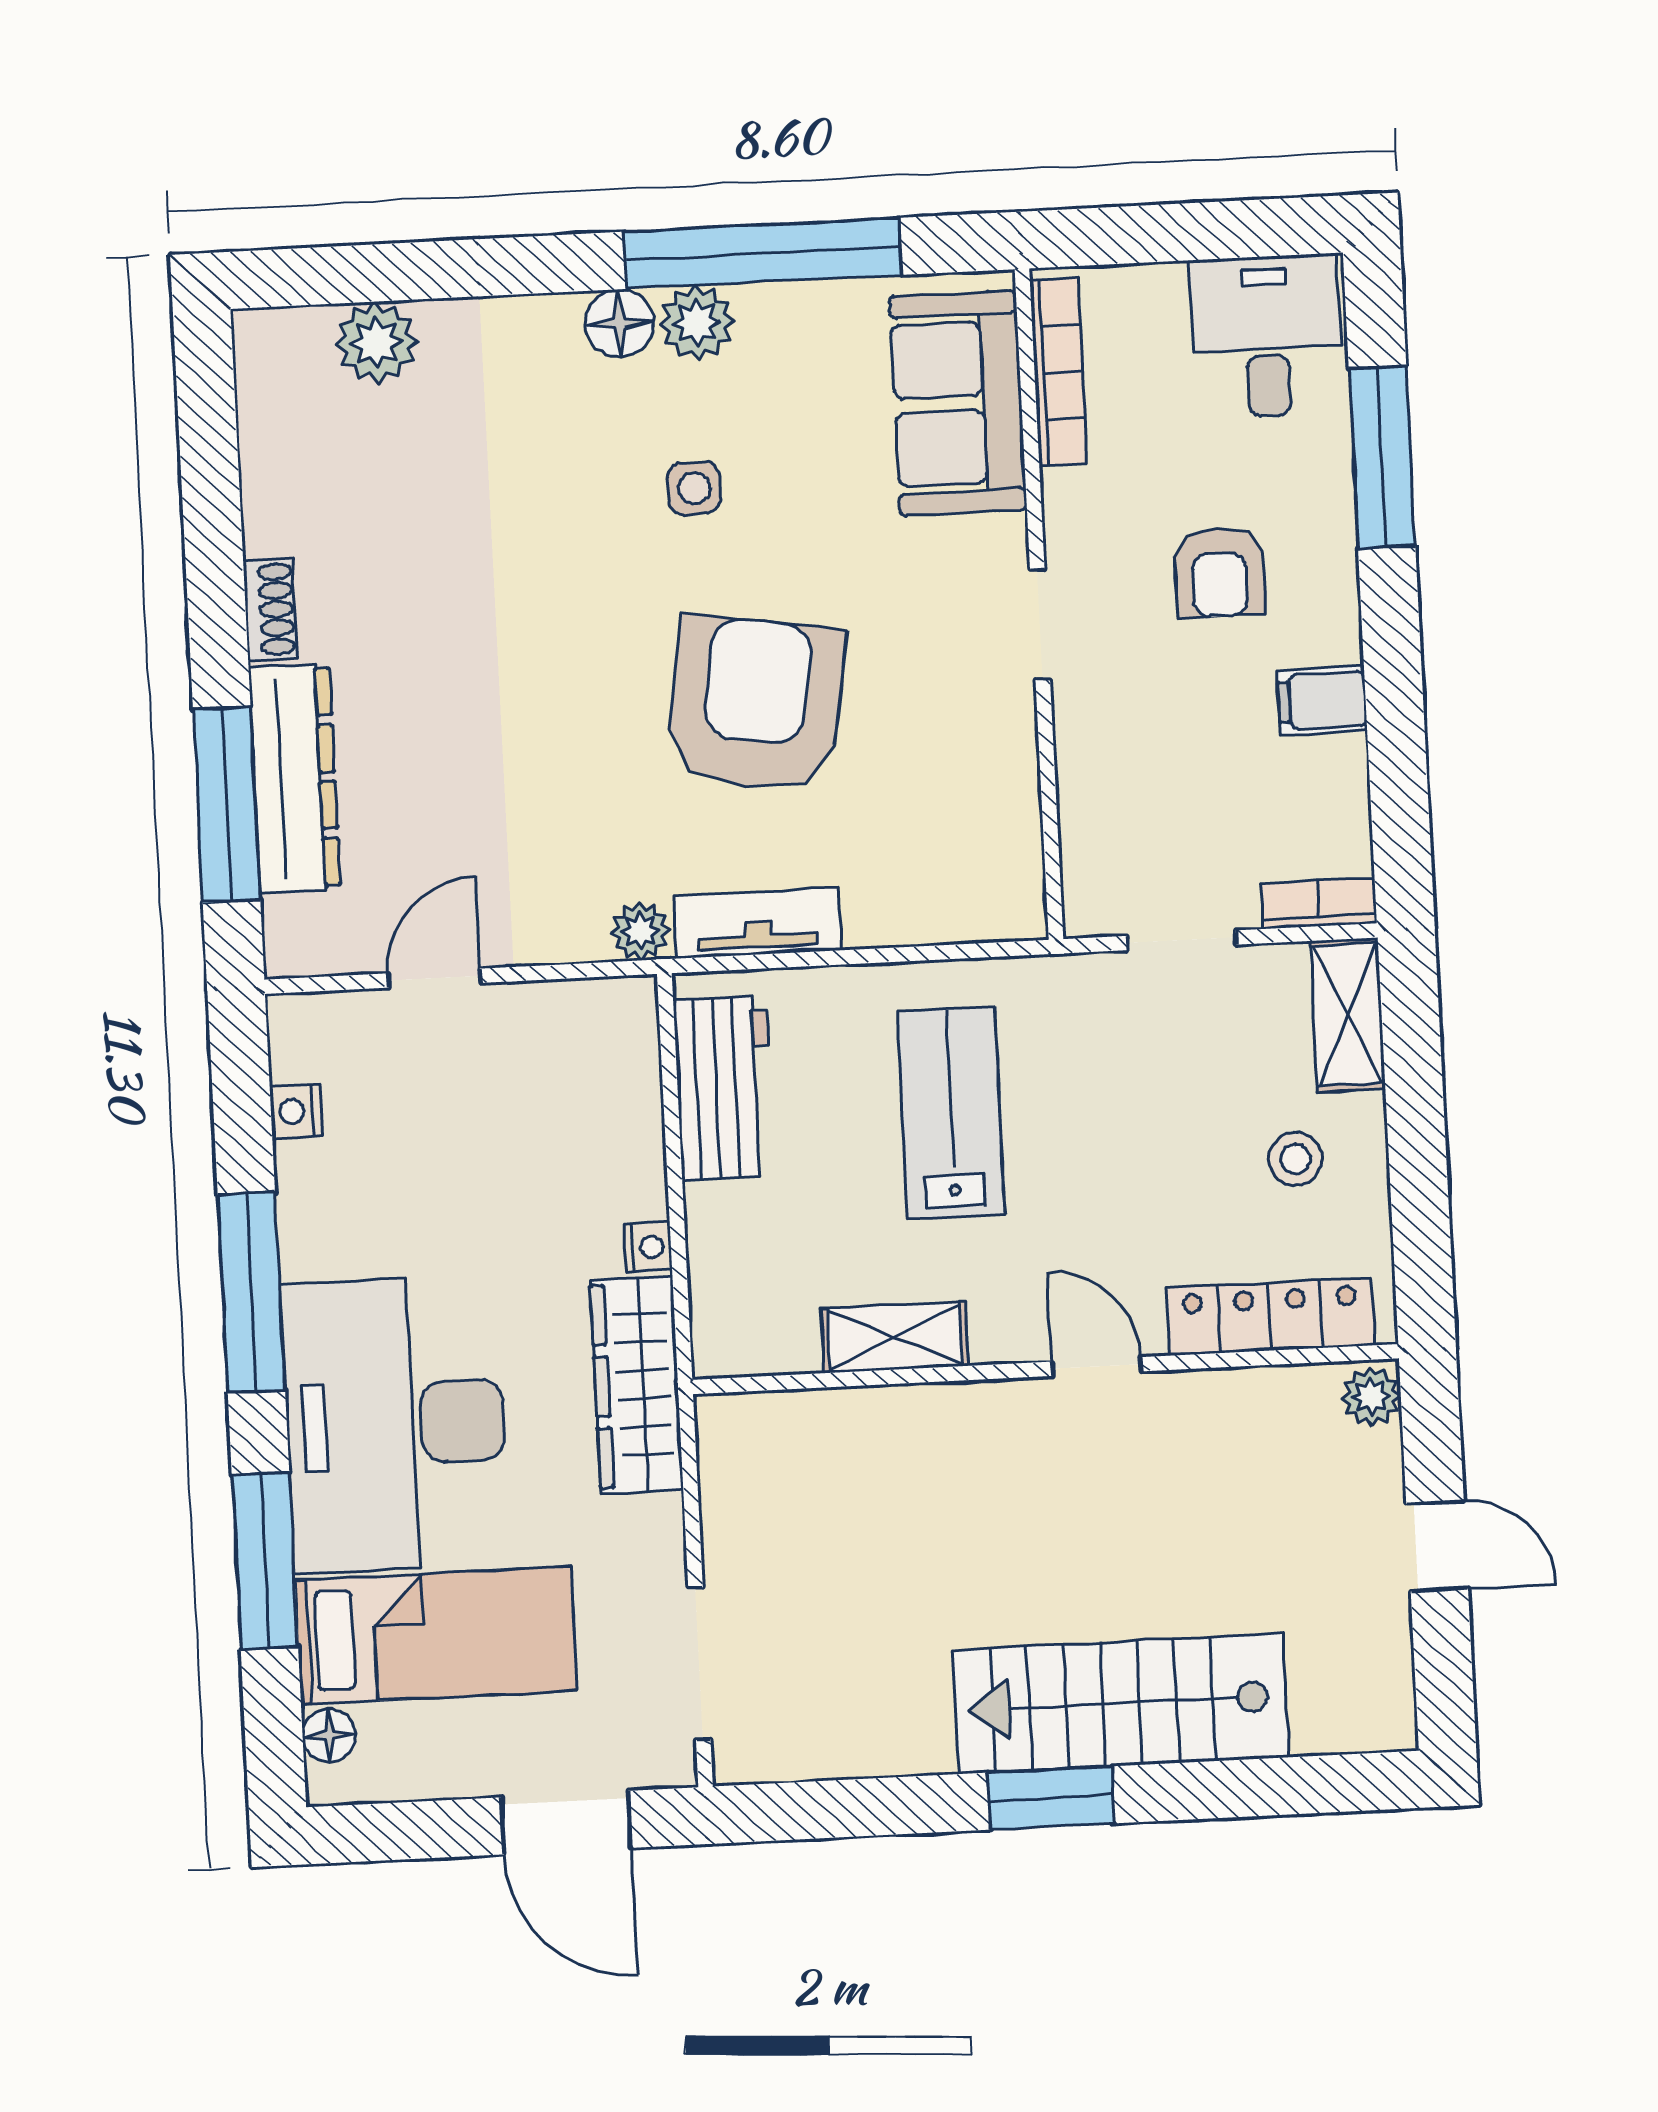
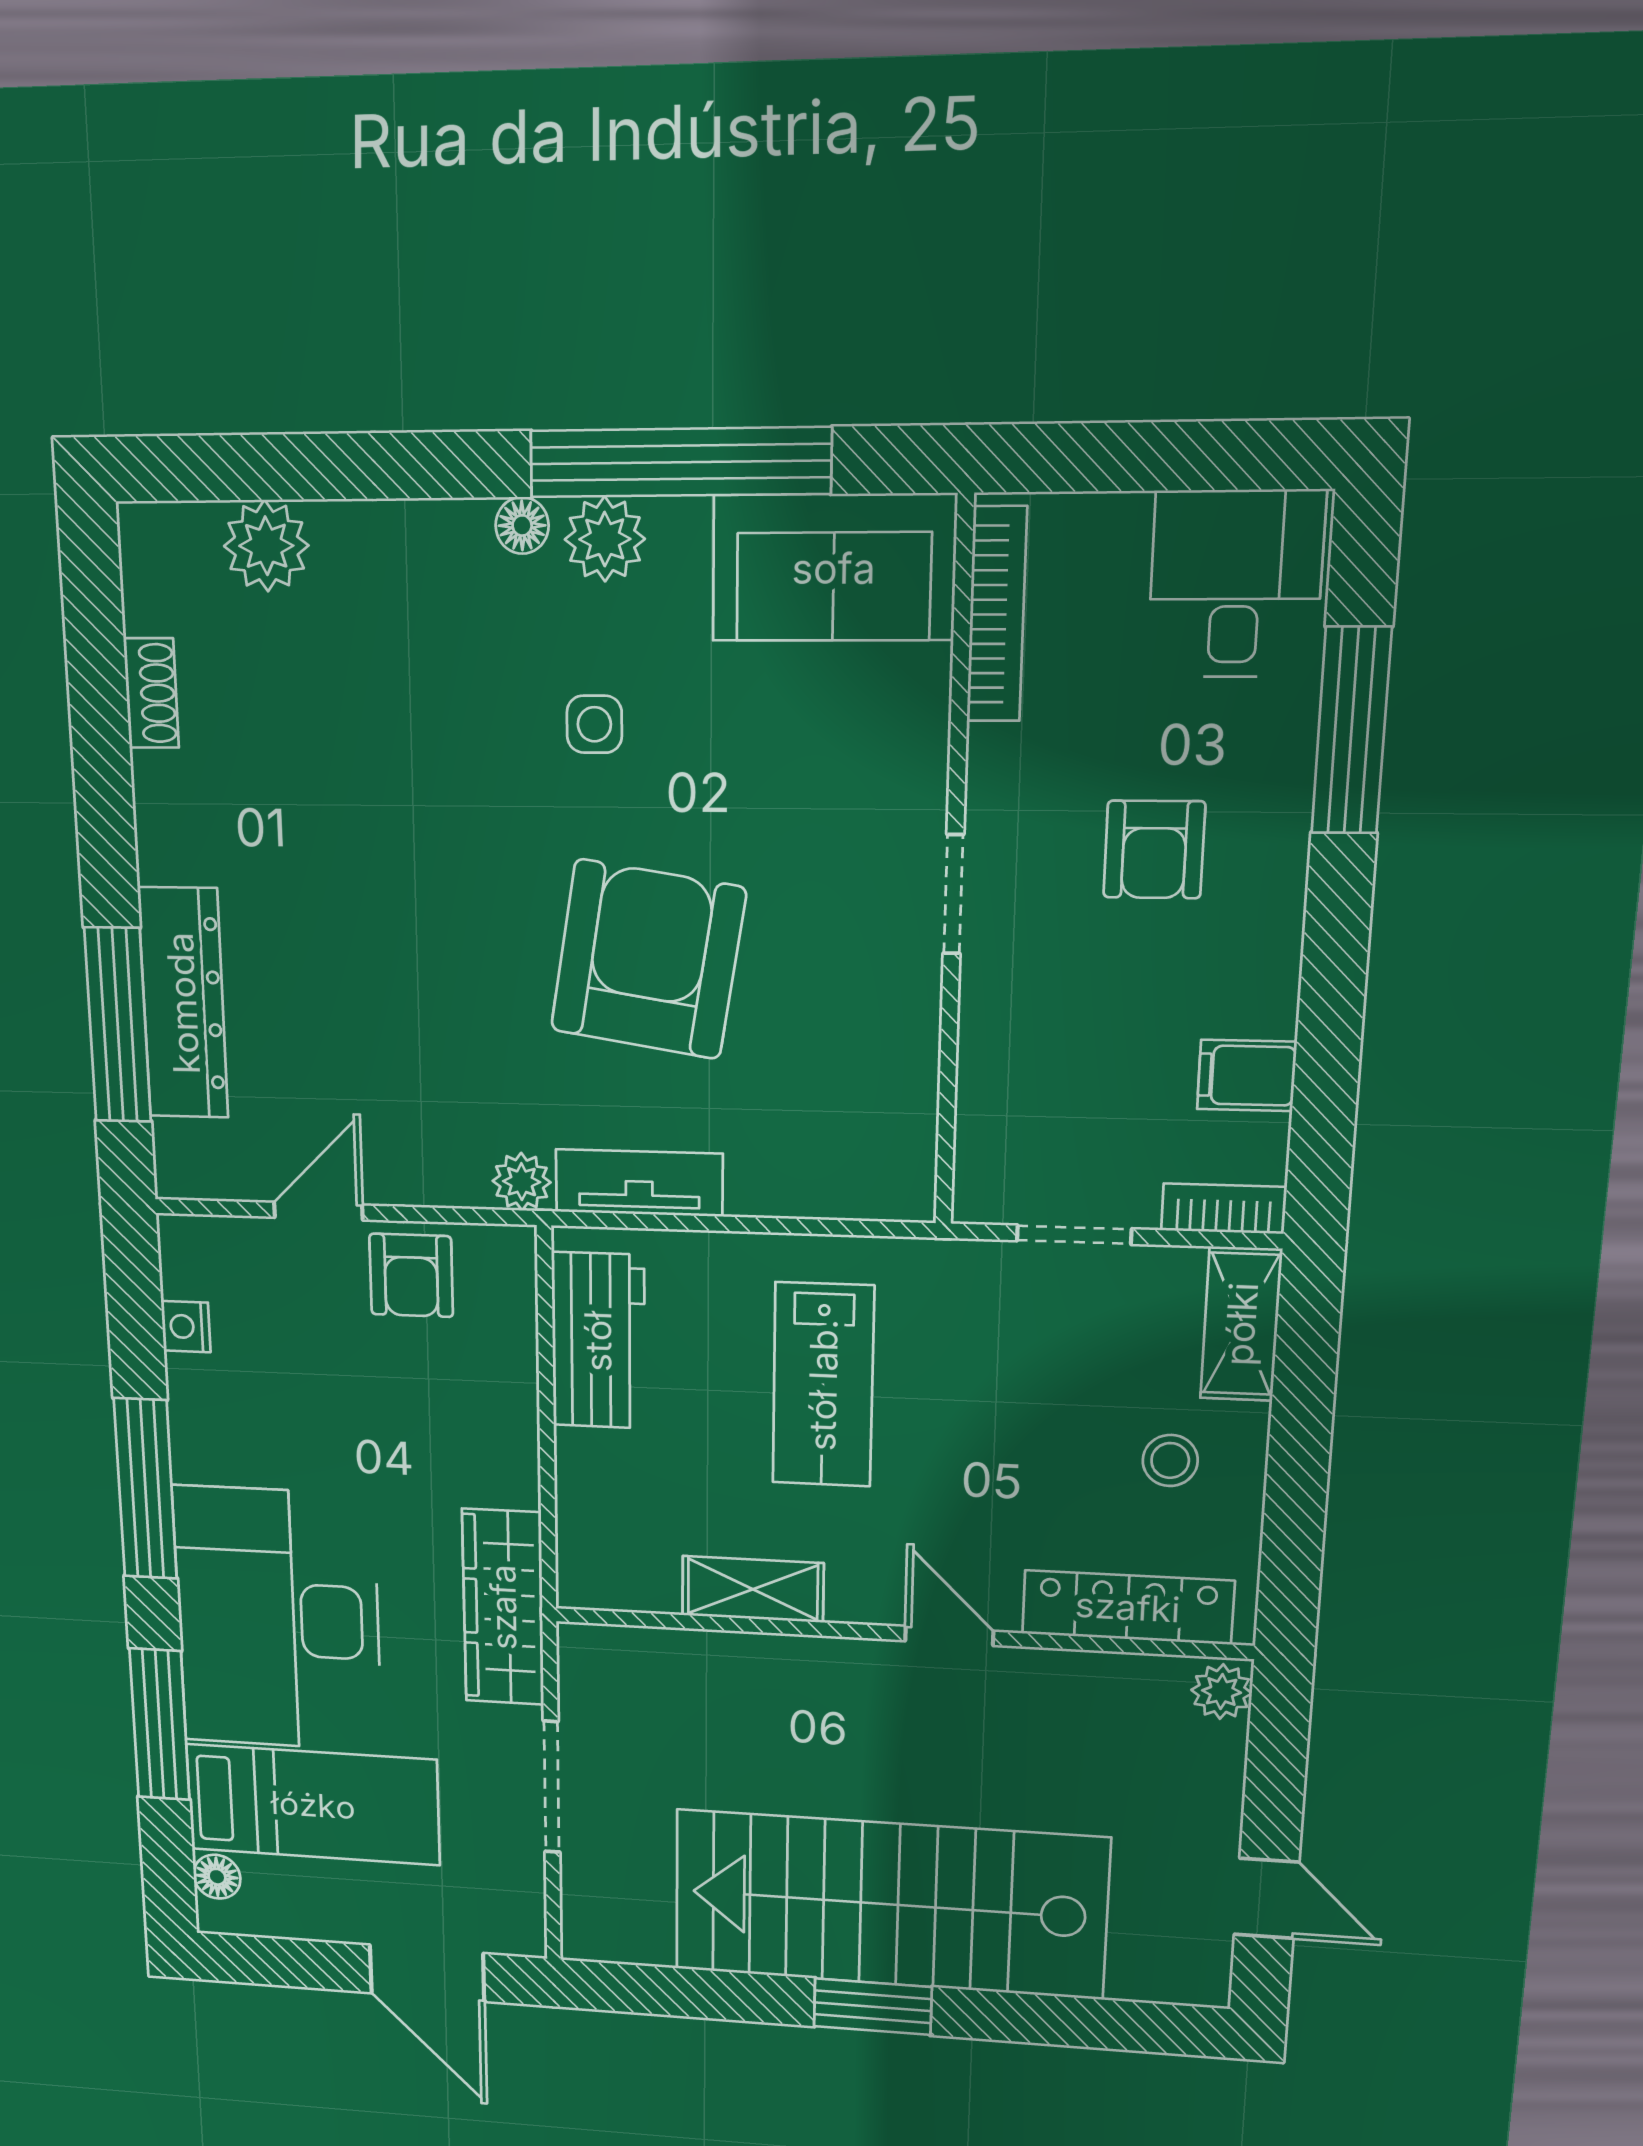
floor lamp: (620, 323) -> (522, 525), width x0.73, depth x0.73
sofa: (958, 403) -> (834, 568), moved, turned -90
shoe rack: (270, 609) -> (151, 693), moved
filing cabinet: (1322, 700) -> (1247, 1075), moved
armchair: (531, 1037) -> (411, 1275), added
lab bench: (951, 1113) -> (823, 1385), turned 180
nightstand: (648, 1247) -> (519, 1483), removed
door: (1437, 1546) -> (1266, 1898), moved
doorway: (699, 1664) -> (552, 1787), moved
stairs: (1121, 1704) -> (889, 1904), width x1.36, depth x1.51

